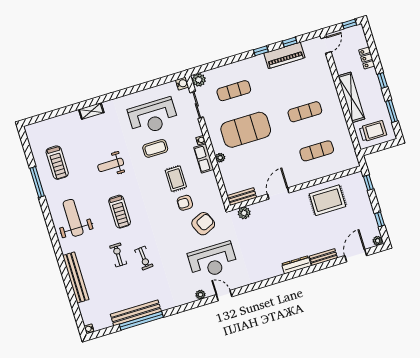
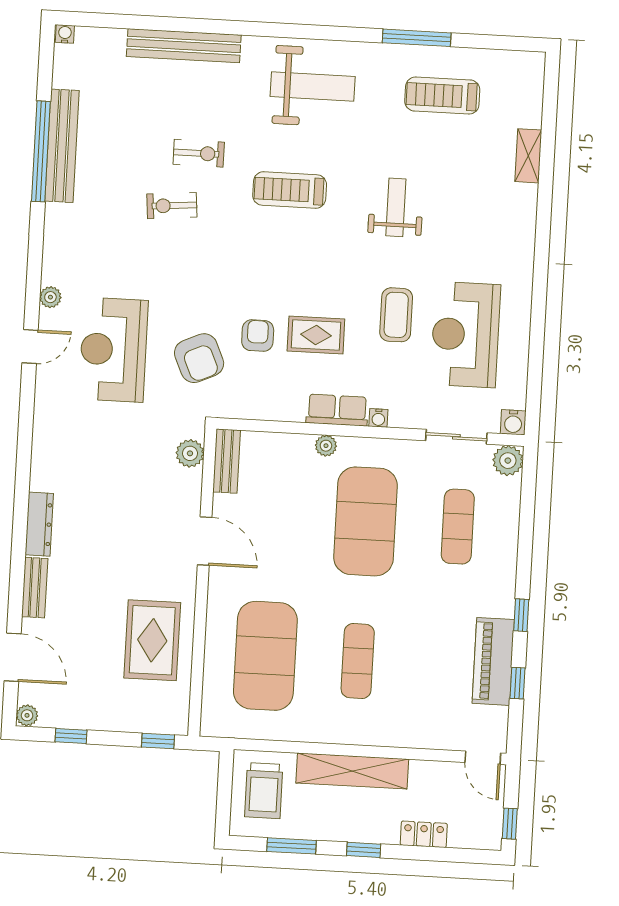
shelving: (91, 111) -> (528, 156), moved
exercise mat: (317, 151) -> (265, 656), width x2.00, depth x1.45

